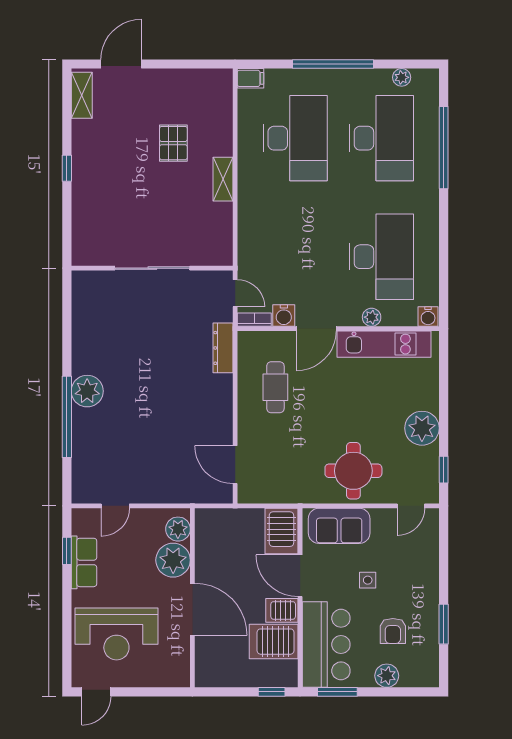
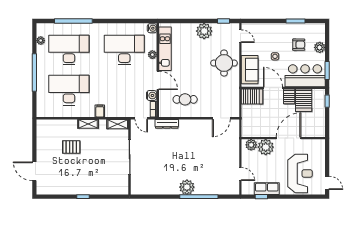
filing cabinet: (250, 78) -> (100, 111), moved
shelving: (82, 95) -> (118, 124), moved
door: (235, 293) -> (141, 118), swing flipped
door: (300, 576) -> (273, 88), swing flipped

